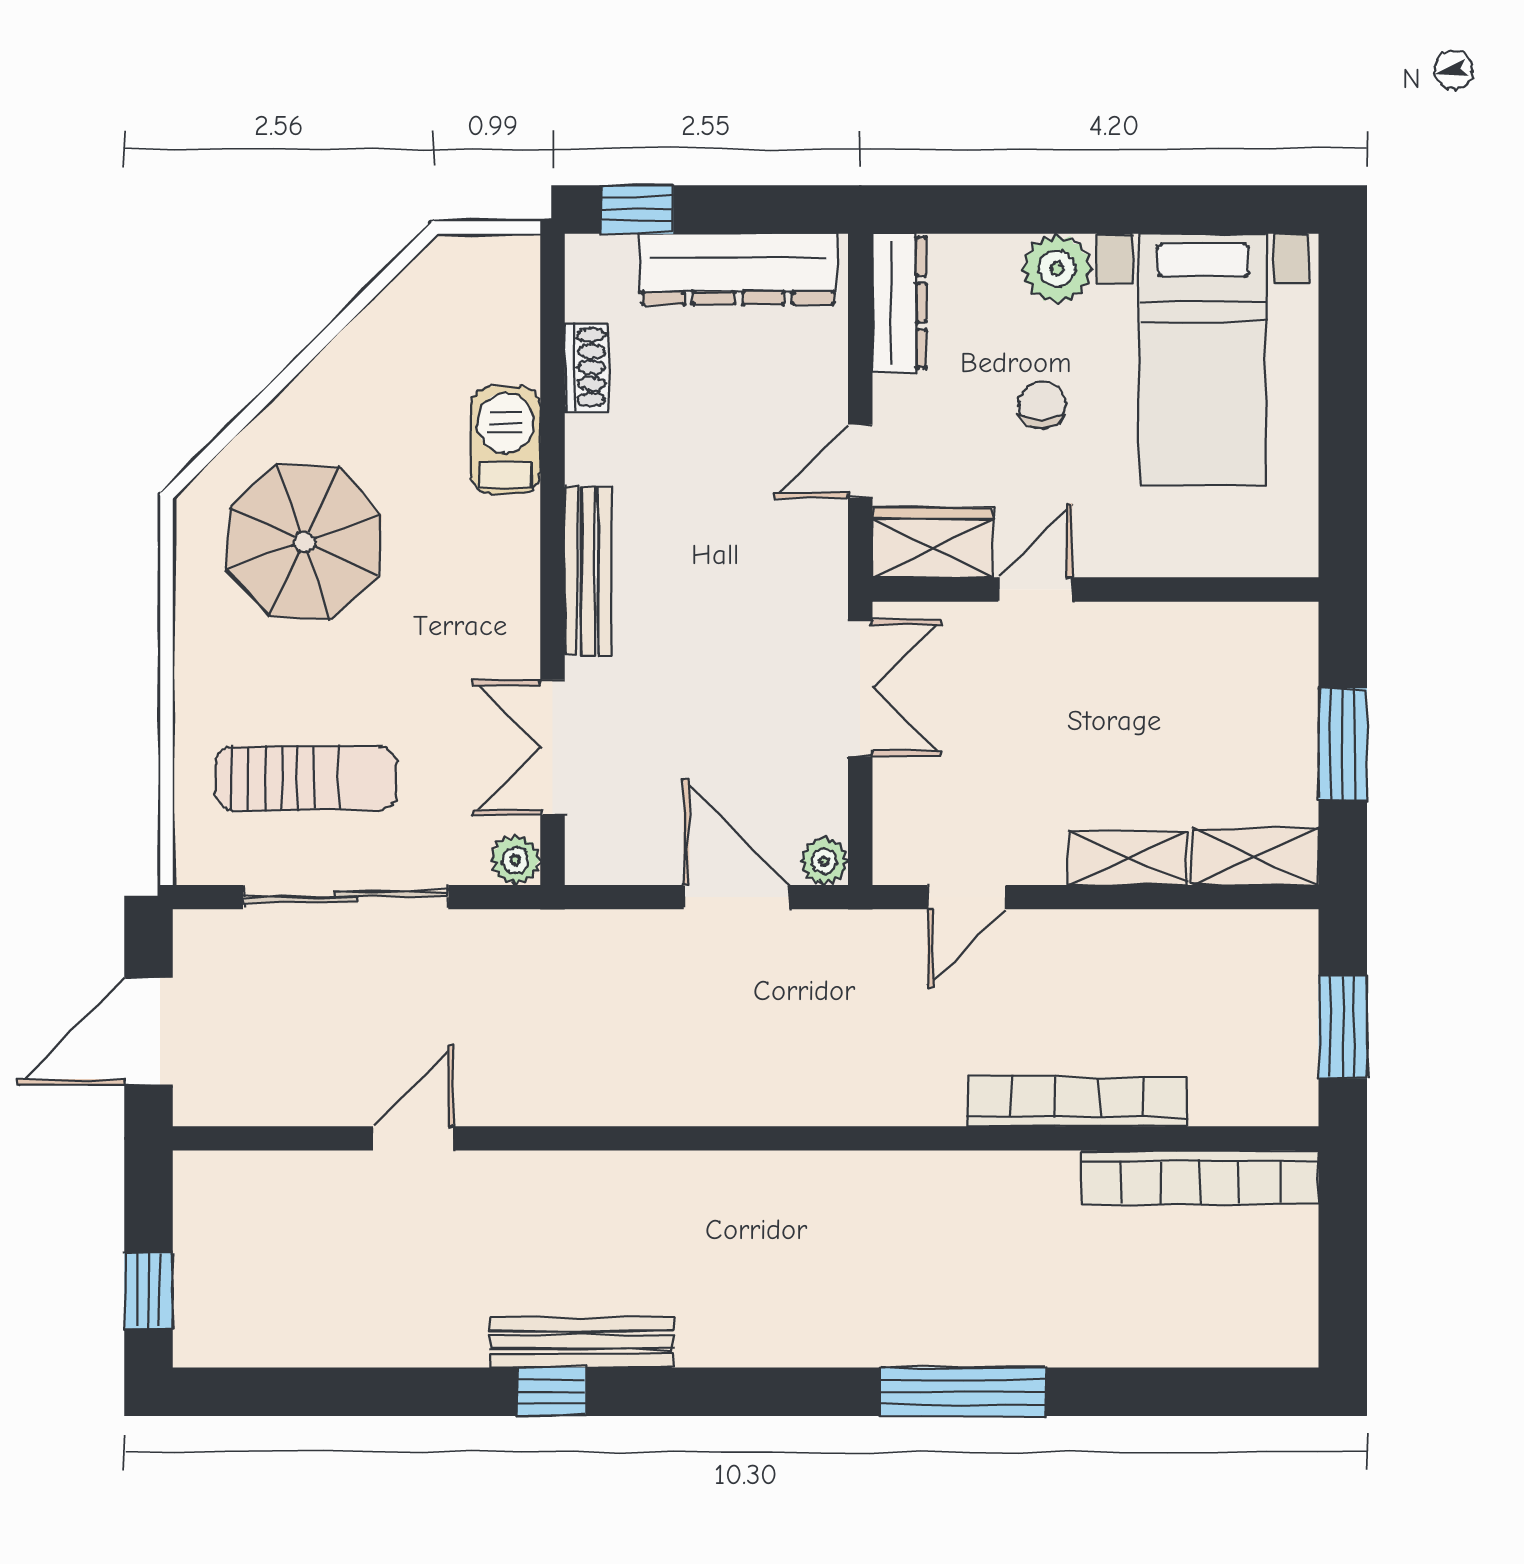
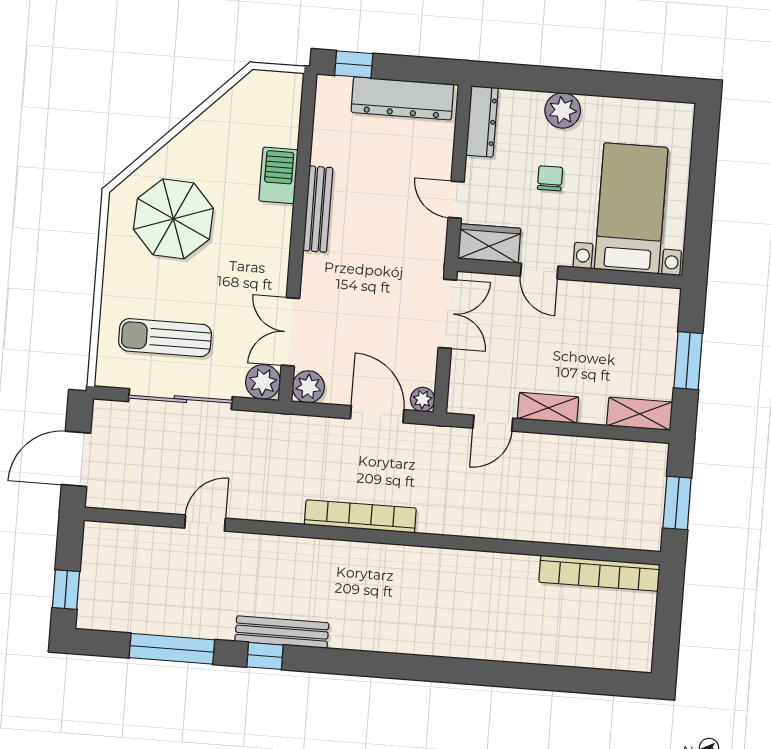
bed with nightstands: (1203, 359) -> (631, 208), moved, turned 180
shoe rack: (586, 367) -> (322, 142), removed
door: (860, 461) -> (456, 200), hinge flipped
bench: (588, 571) -> (318, 209), moved
door: (1035, 589) -> (539, 271), swing flipped
sun lounger: (306, 778) -> (165, 338), turned 180
plant: (596, 853) -> (308, 387), added
shelving: (1128, 858) -> (548, 408), moved
plant: (515, 860) -> (263, 382), width x1.38, depth x1.38
bookcase: (1078, 1101) -> (360, 516), moved
window: (963, 1392) -> (172, 649), moved

